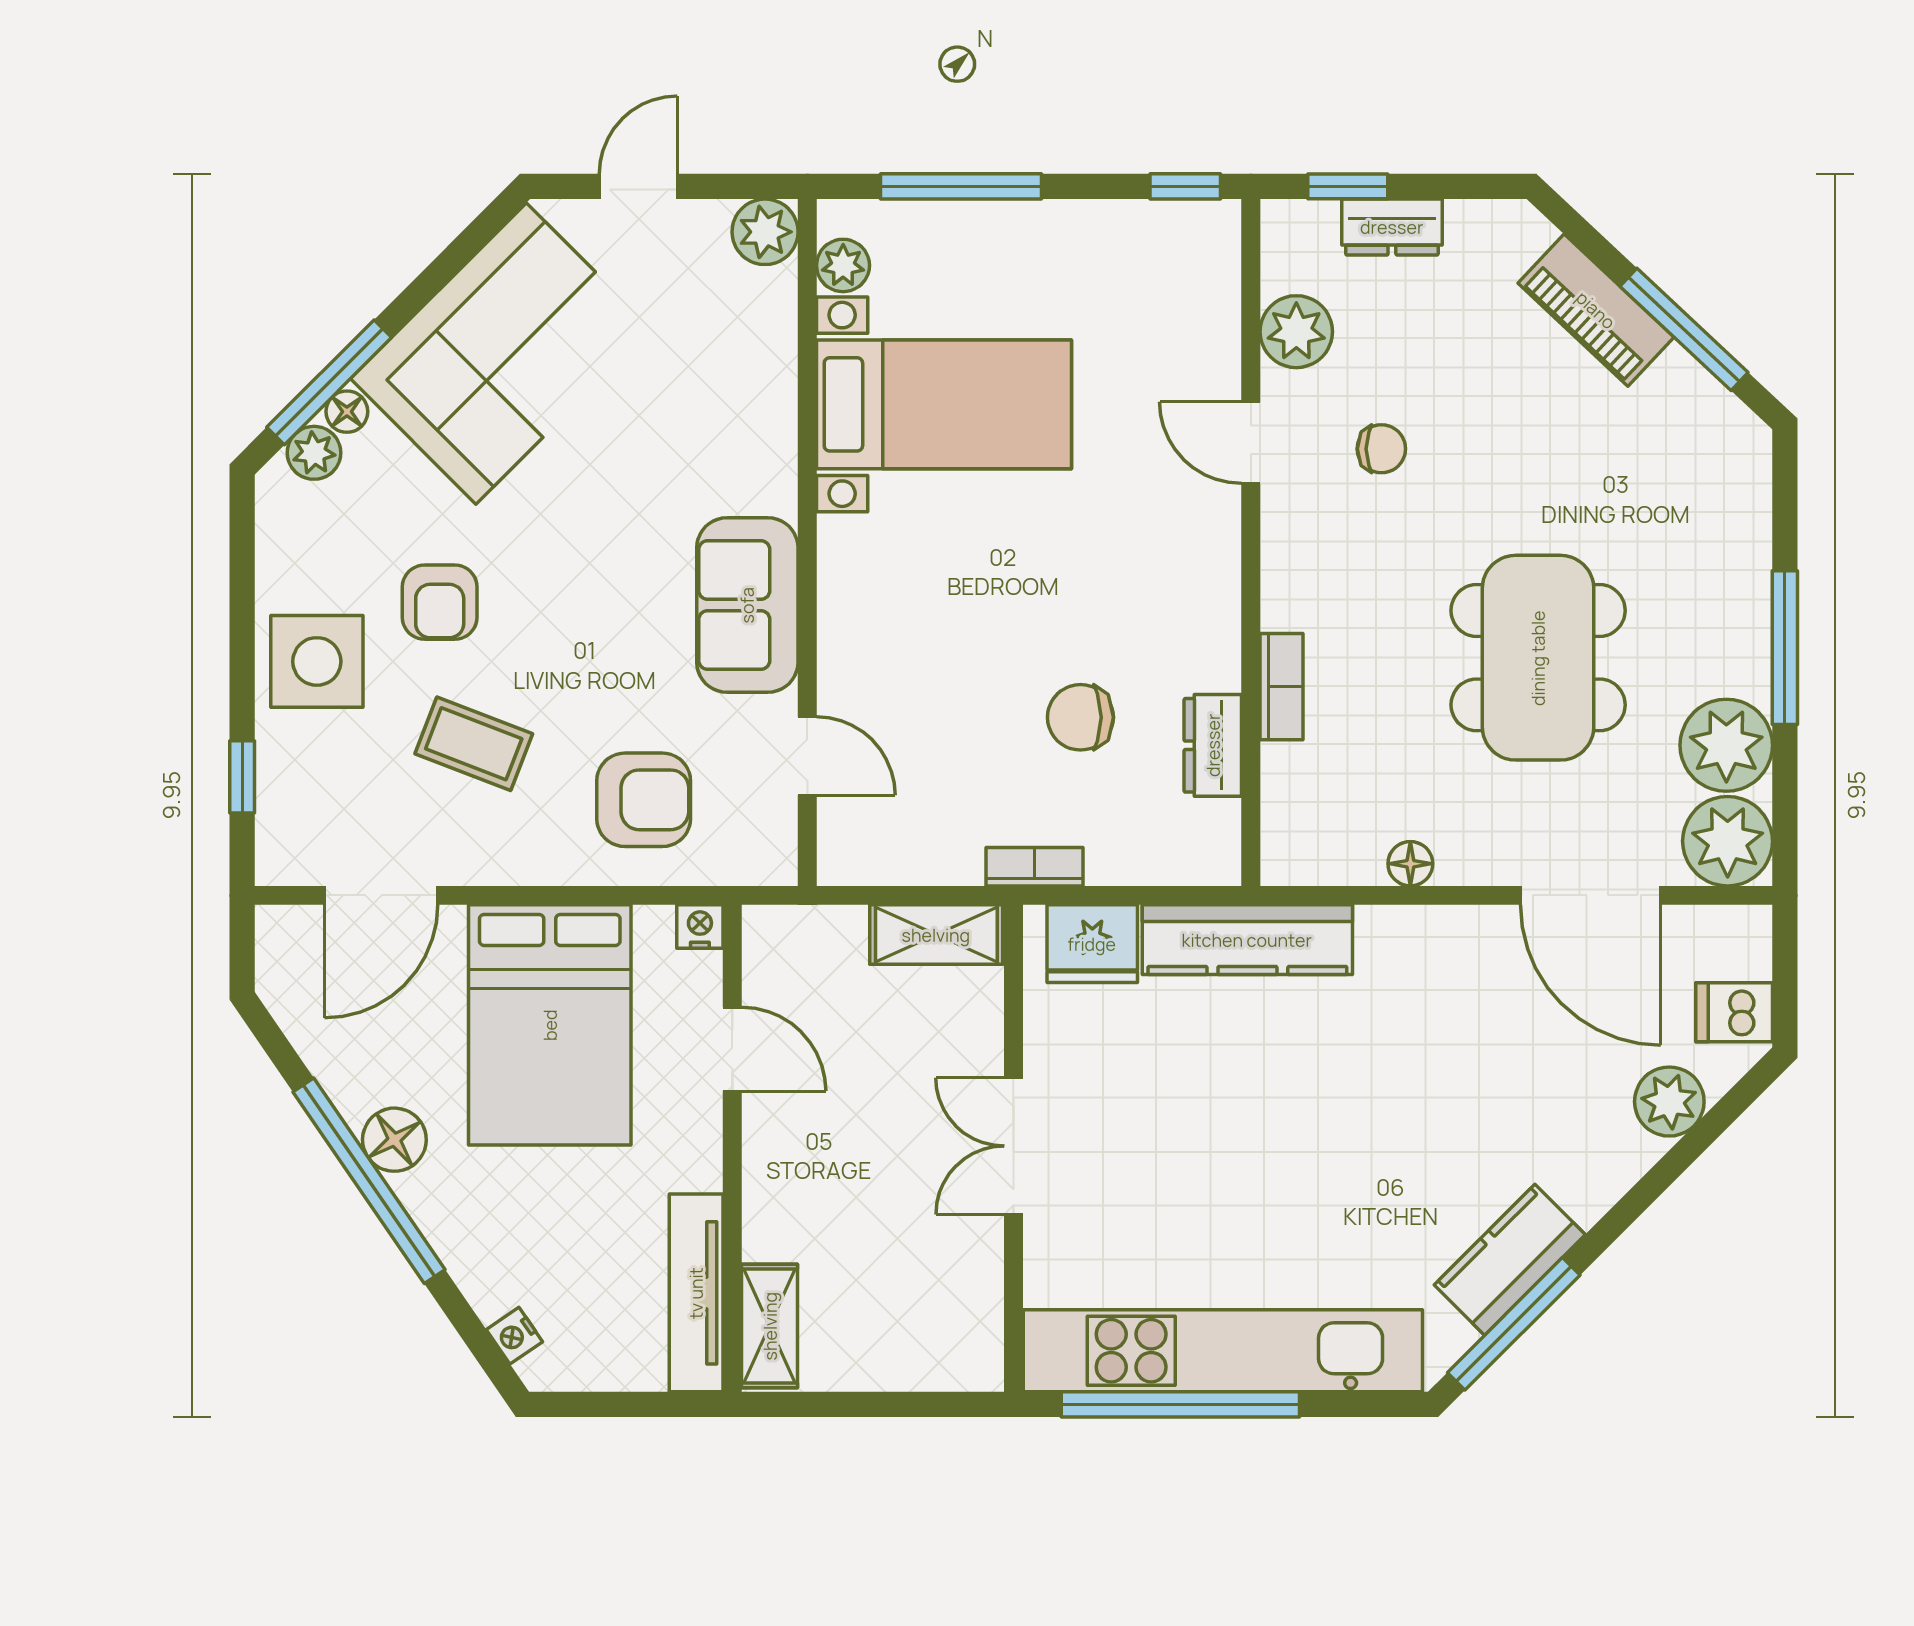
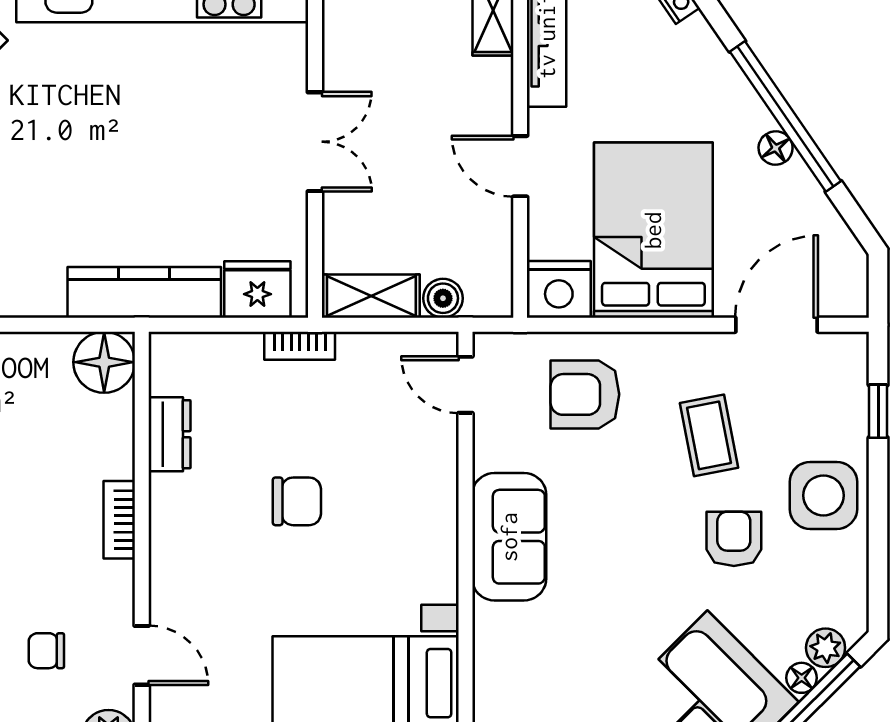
bookcase: (1281, 687) -> (119, 520), moved
chair: (1080, 717) -> (297, 501), moved
coffee table: (474, 744) -> (709, 435), turned 58
door: (807, 756) -> (465, 385), moved
floor lamp: (1410, 864) -> (104, 362), moved, width x1.89, depth x1.89
nightstand: (700, 927) -> (559, 289), width x1.89, depth x1.79
boiler: (838, 932) -> (443, 298), added
door: (732, 1049) -> (520, 166), moved
floor lamp: (394, 1140) -> (776, 148), width x0.73, depth x0.73

